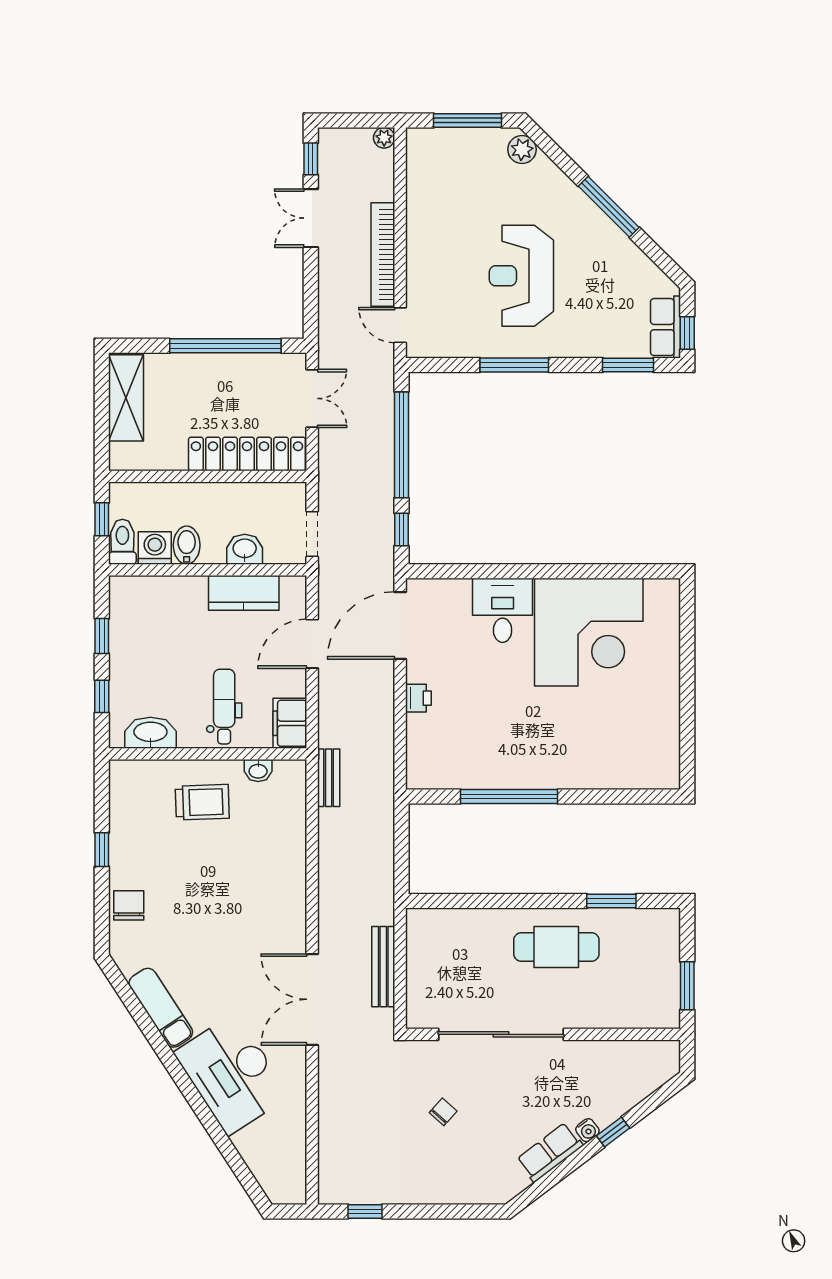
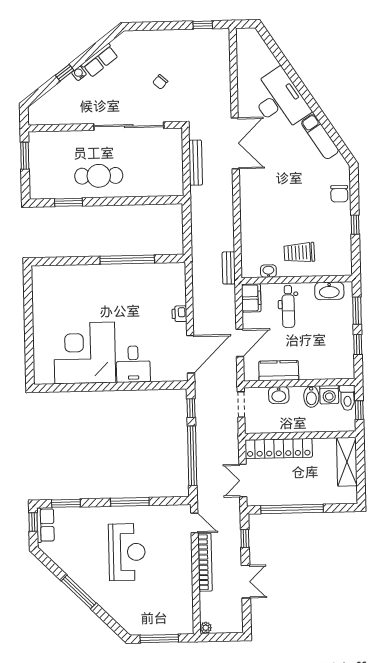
plant: (522, 149) -> (128, 623), removed
window: (311, 159) -> (245, 538), moved
shelving: (126, 398) -> (347, 462), moved
window: (102, 696) -> (357, 311), width x1.50

